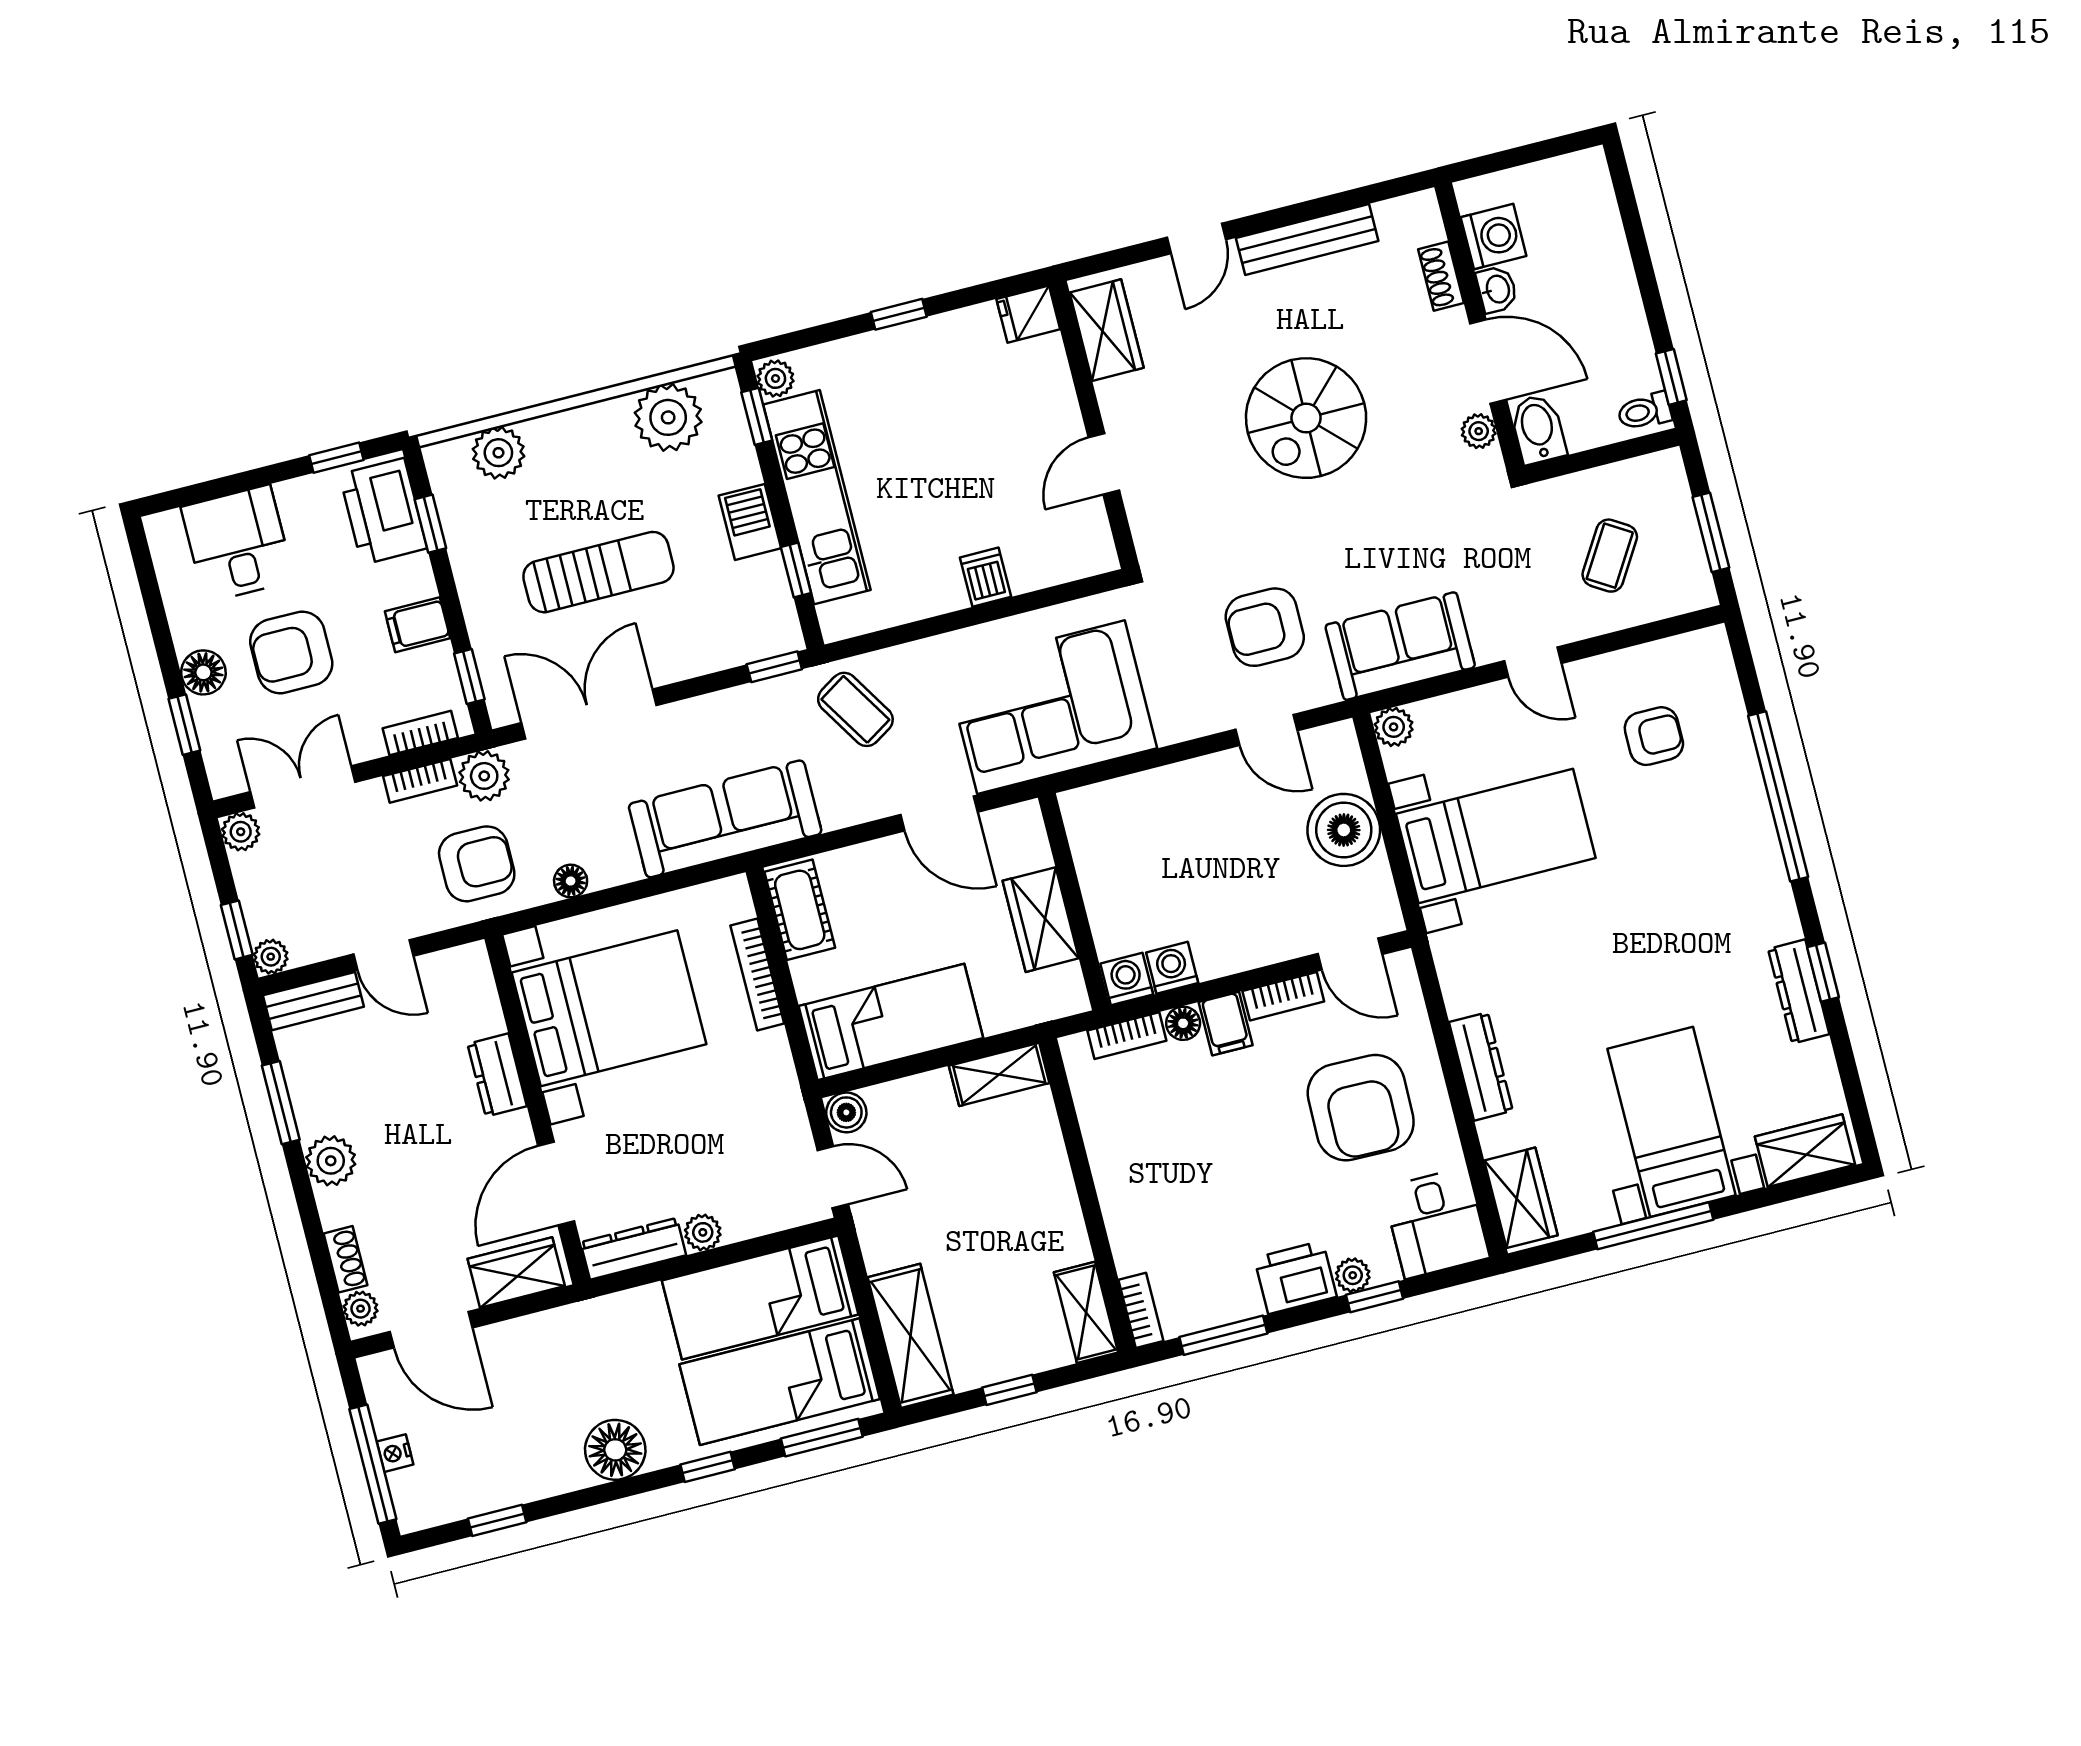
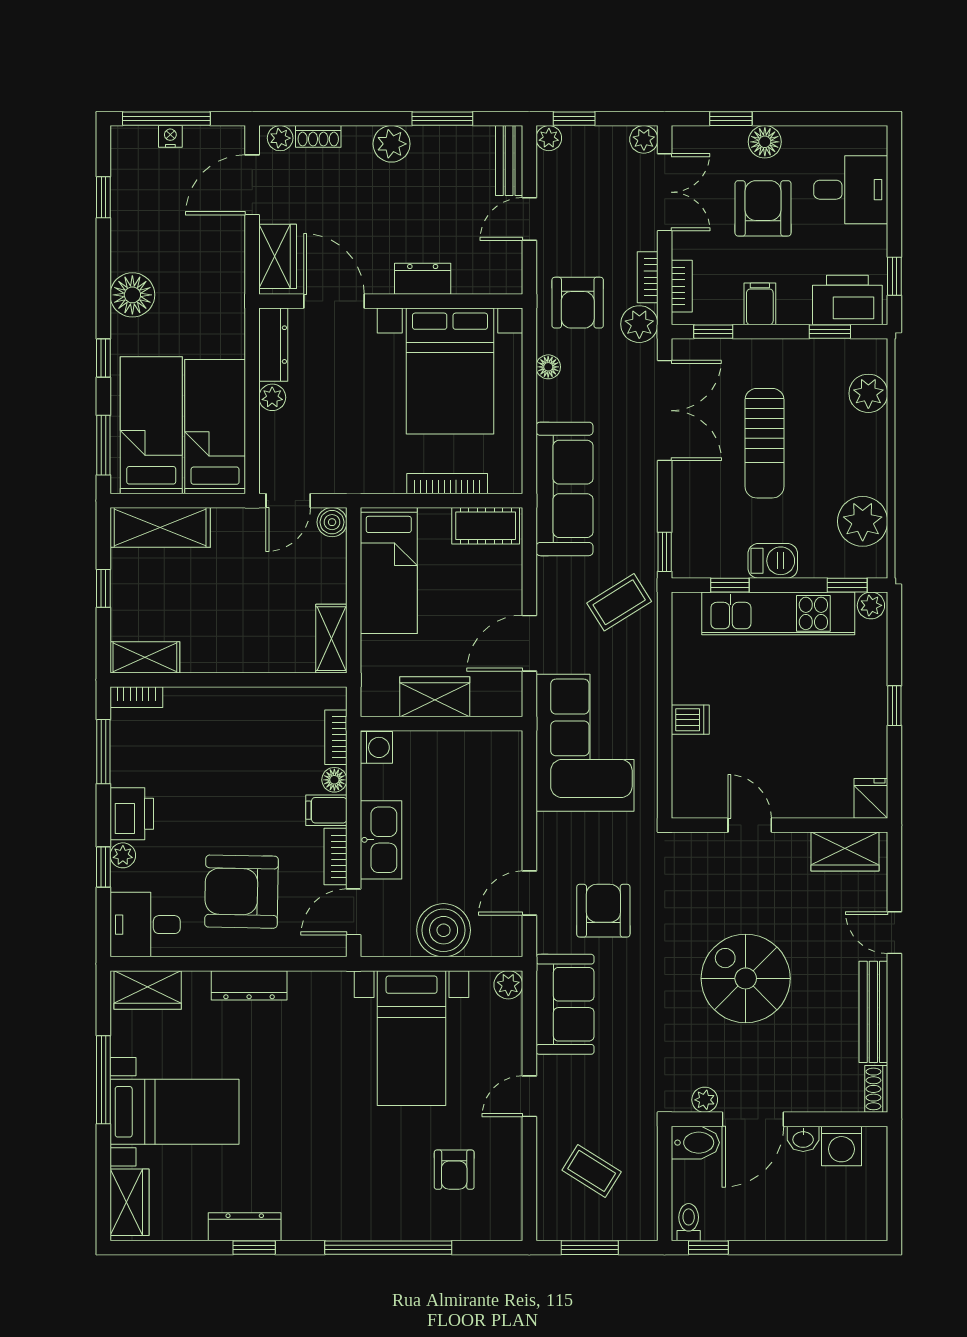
shoe rack: (1441, 276) -> (876, 1089), moved, turned -90
kitchen sink: (1246, 942) -> (381, 840), added
washing machine: (1172, 968) -> (376, 782), removed

